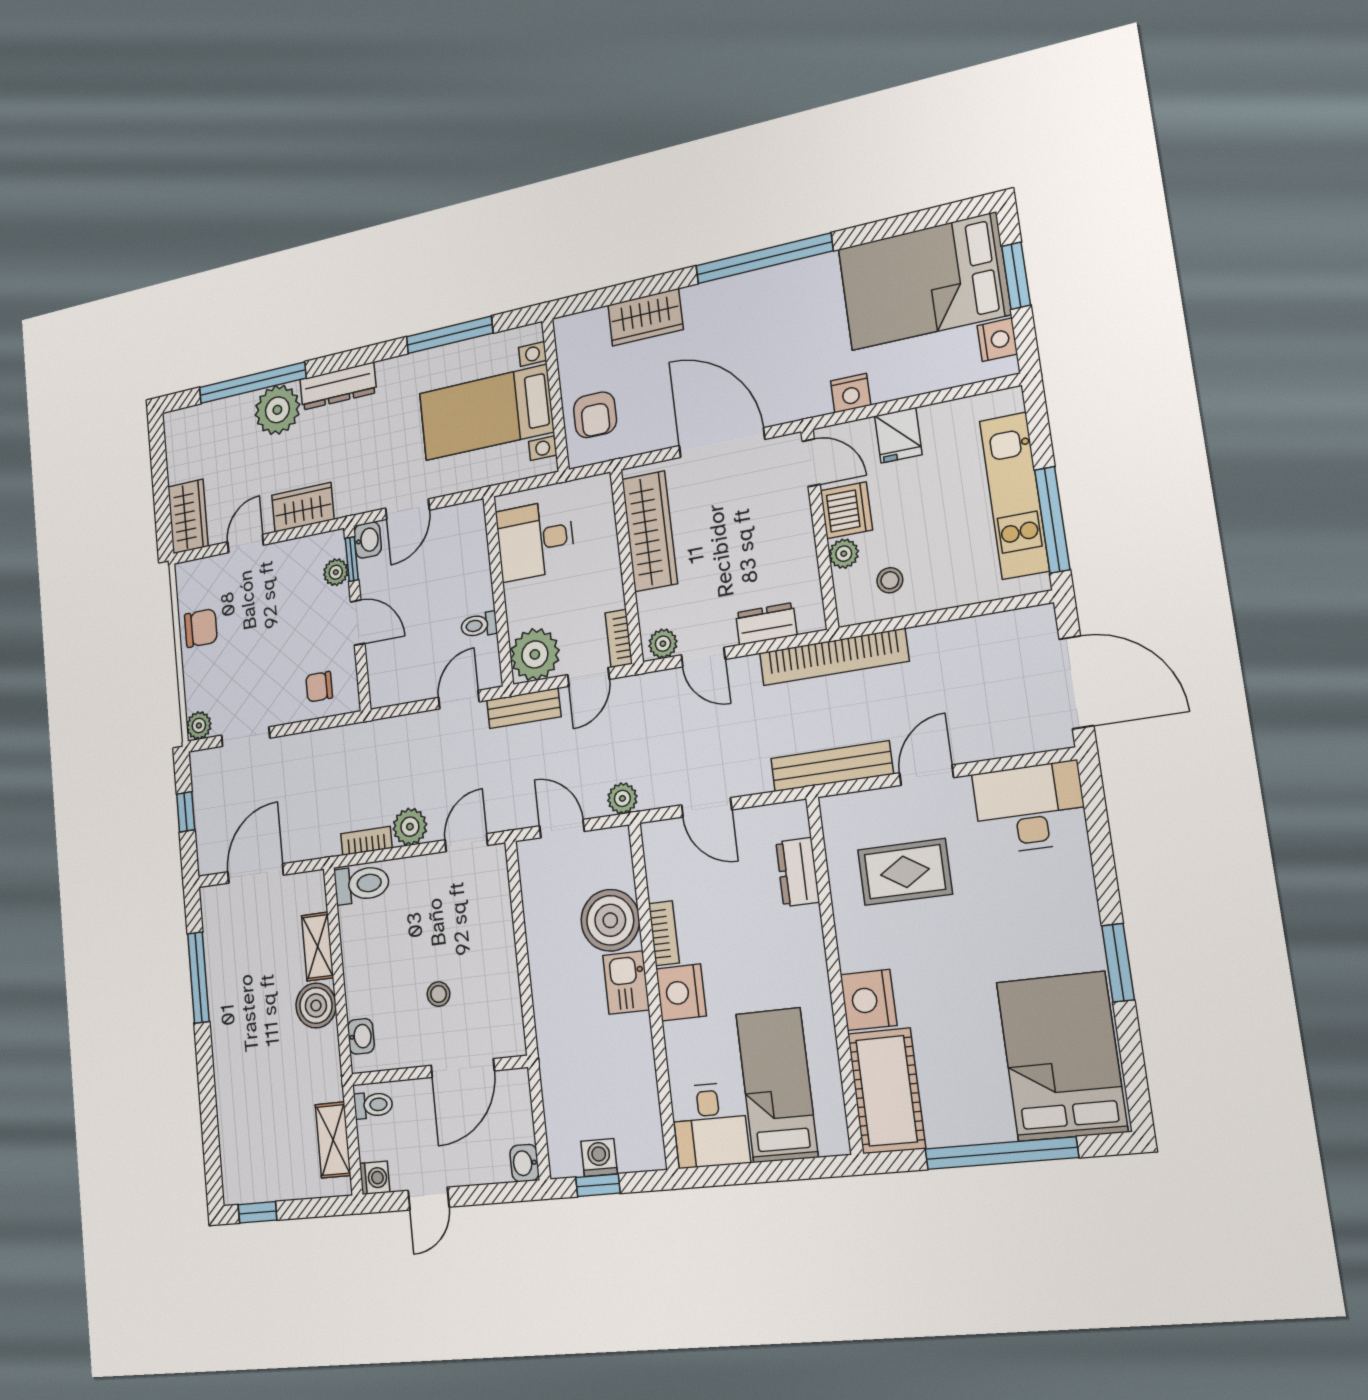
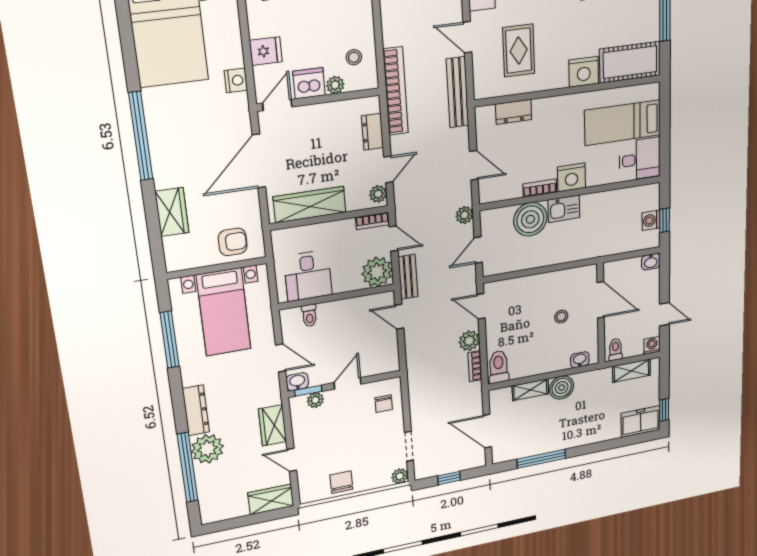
toilet: (479, 625) -> (309, 316), moved
door: (707, 807) -> (474, 165), hinge flipped
freezer: (242, 1166) -> (641, 421), added

